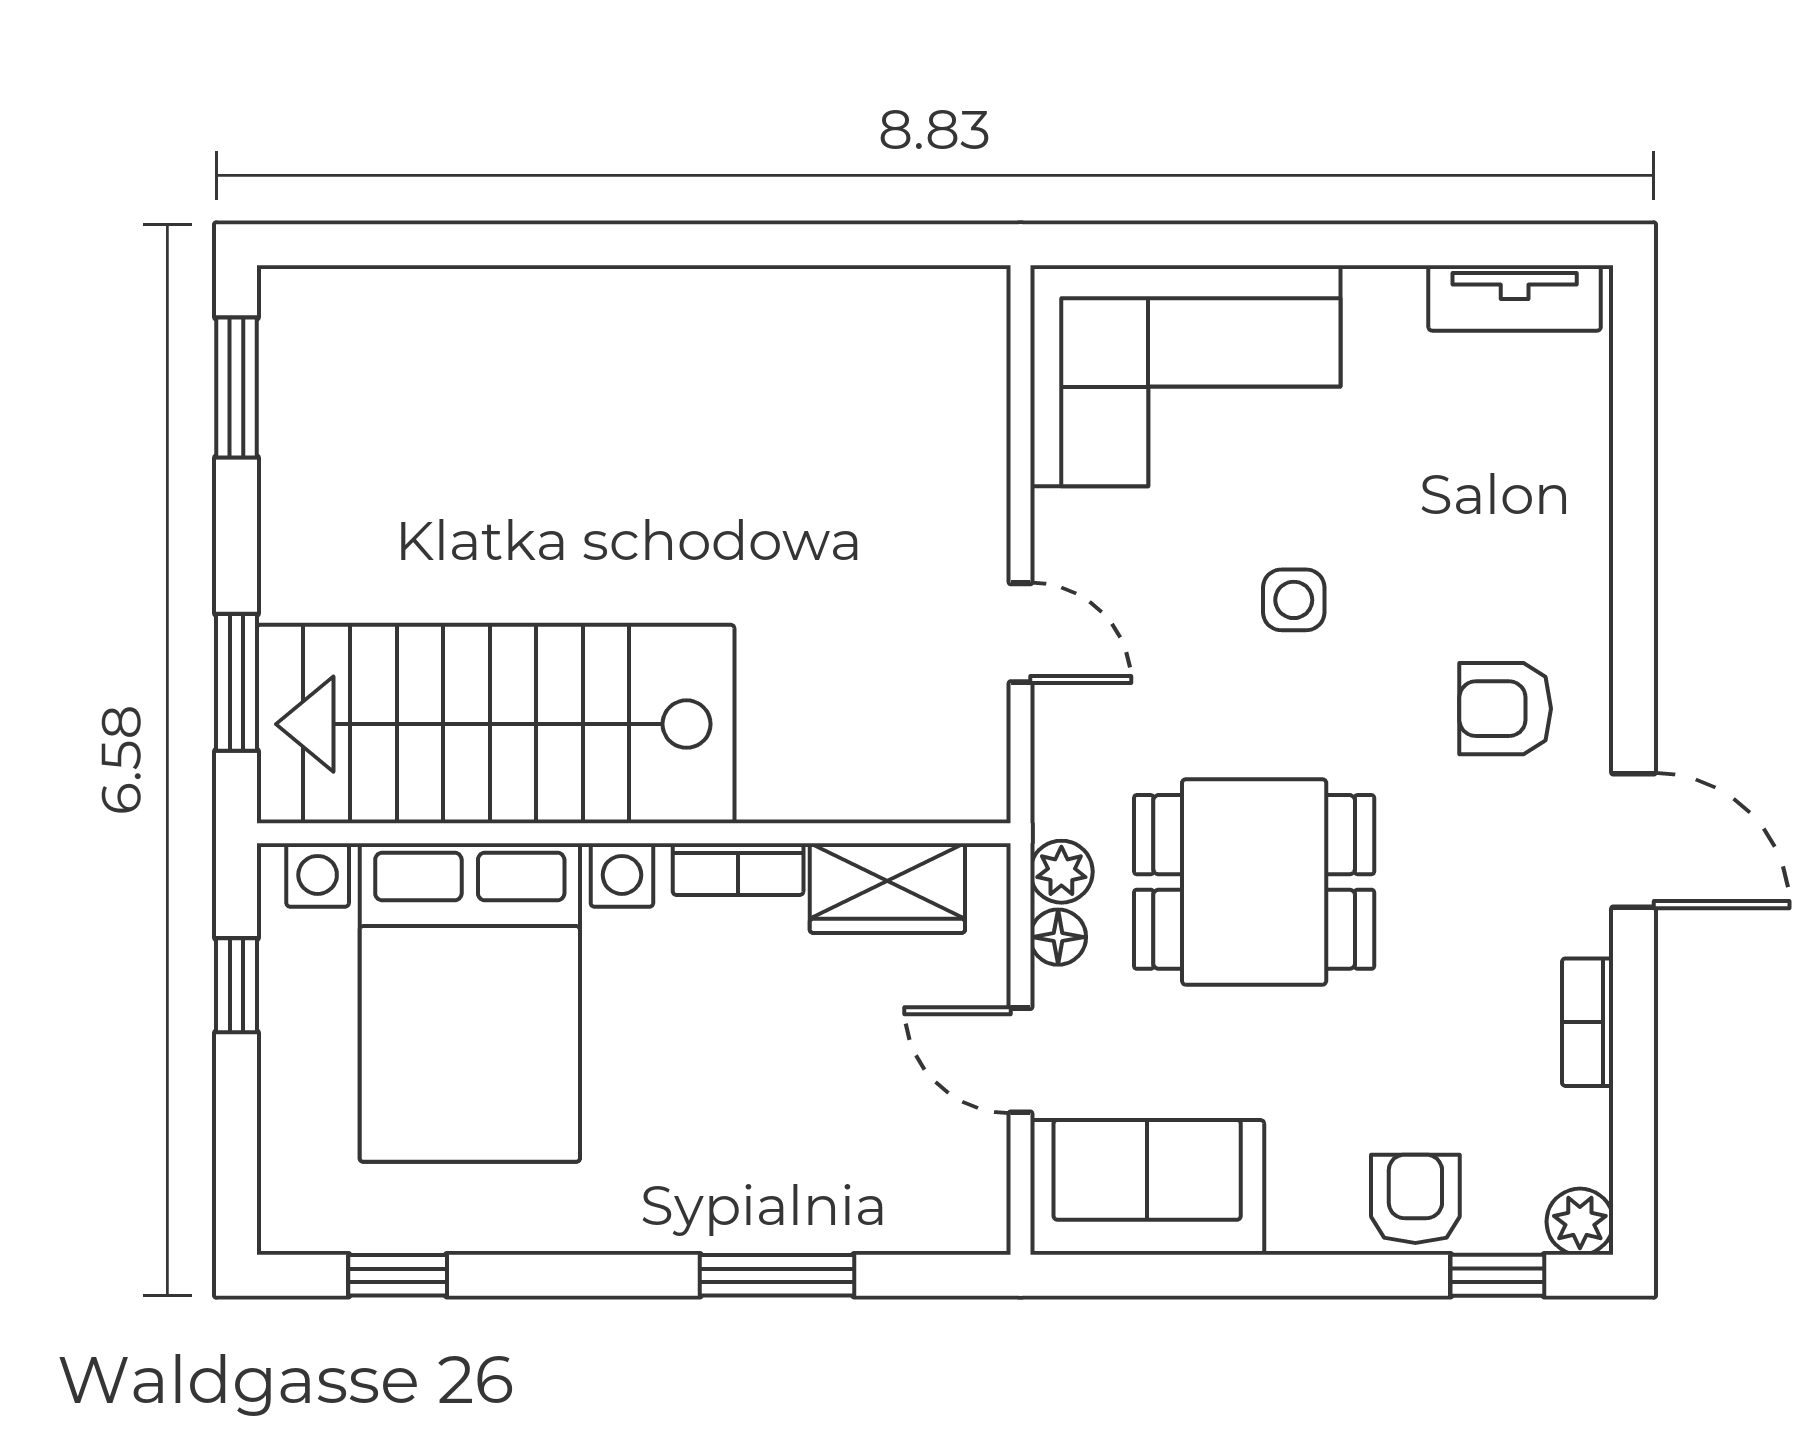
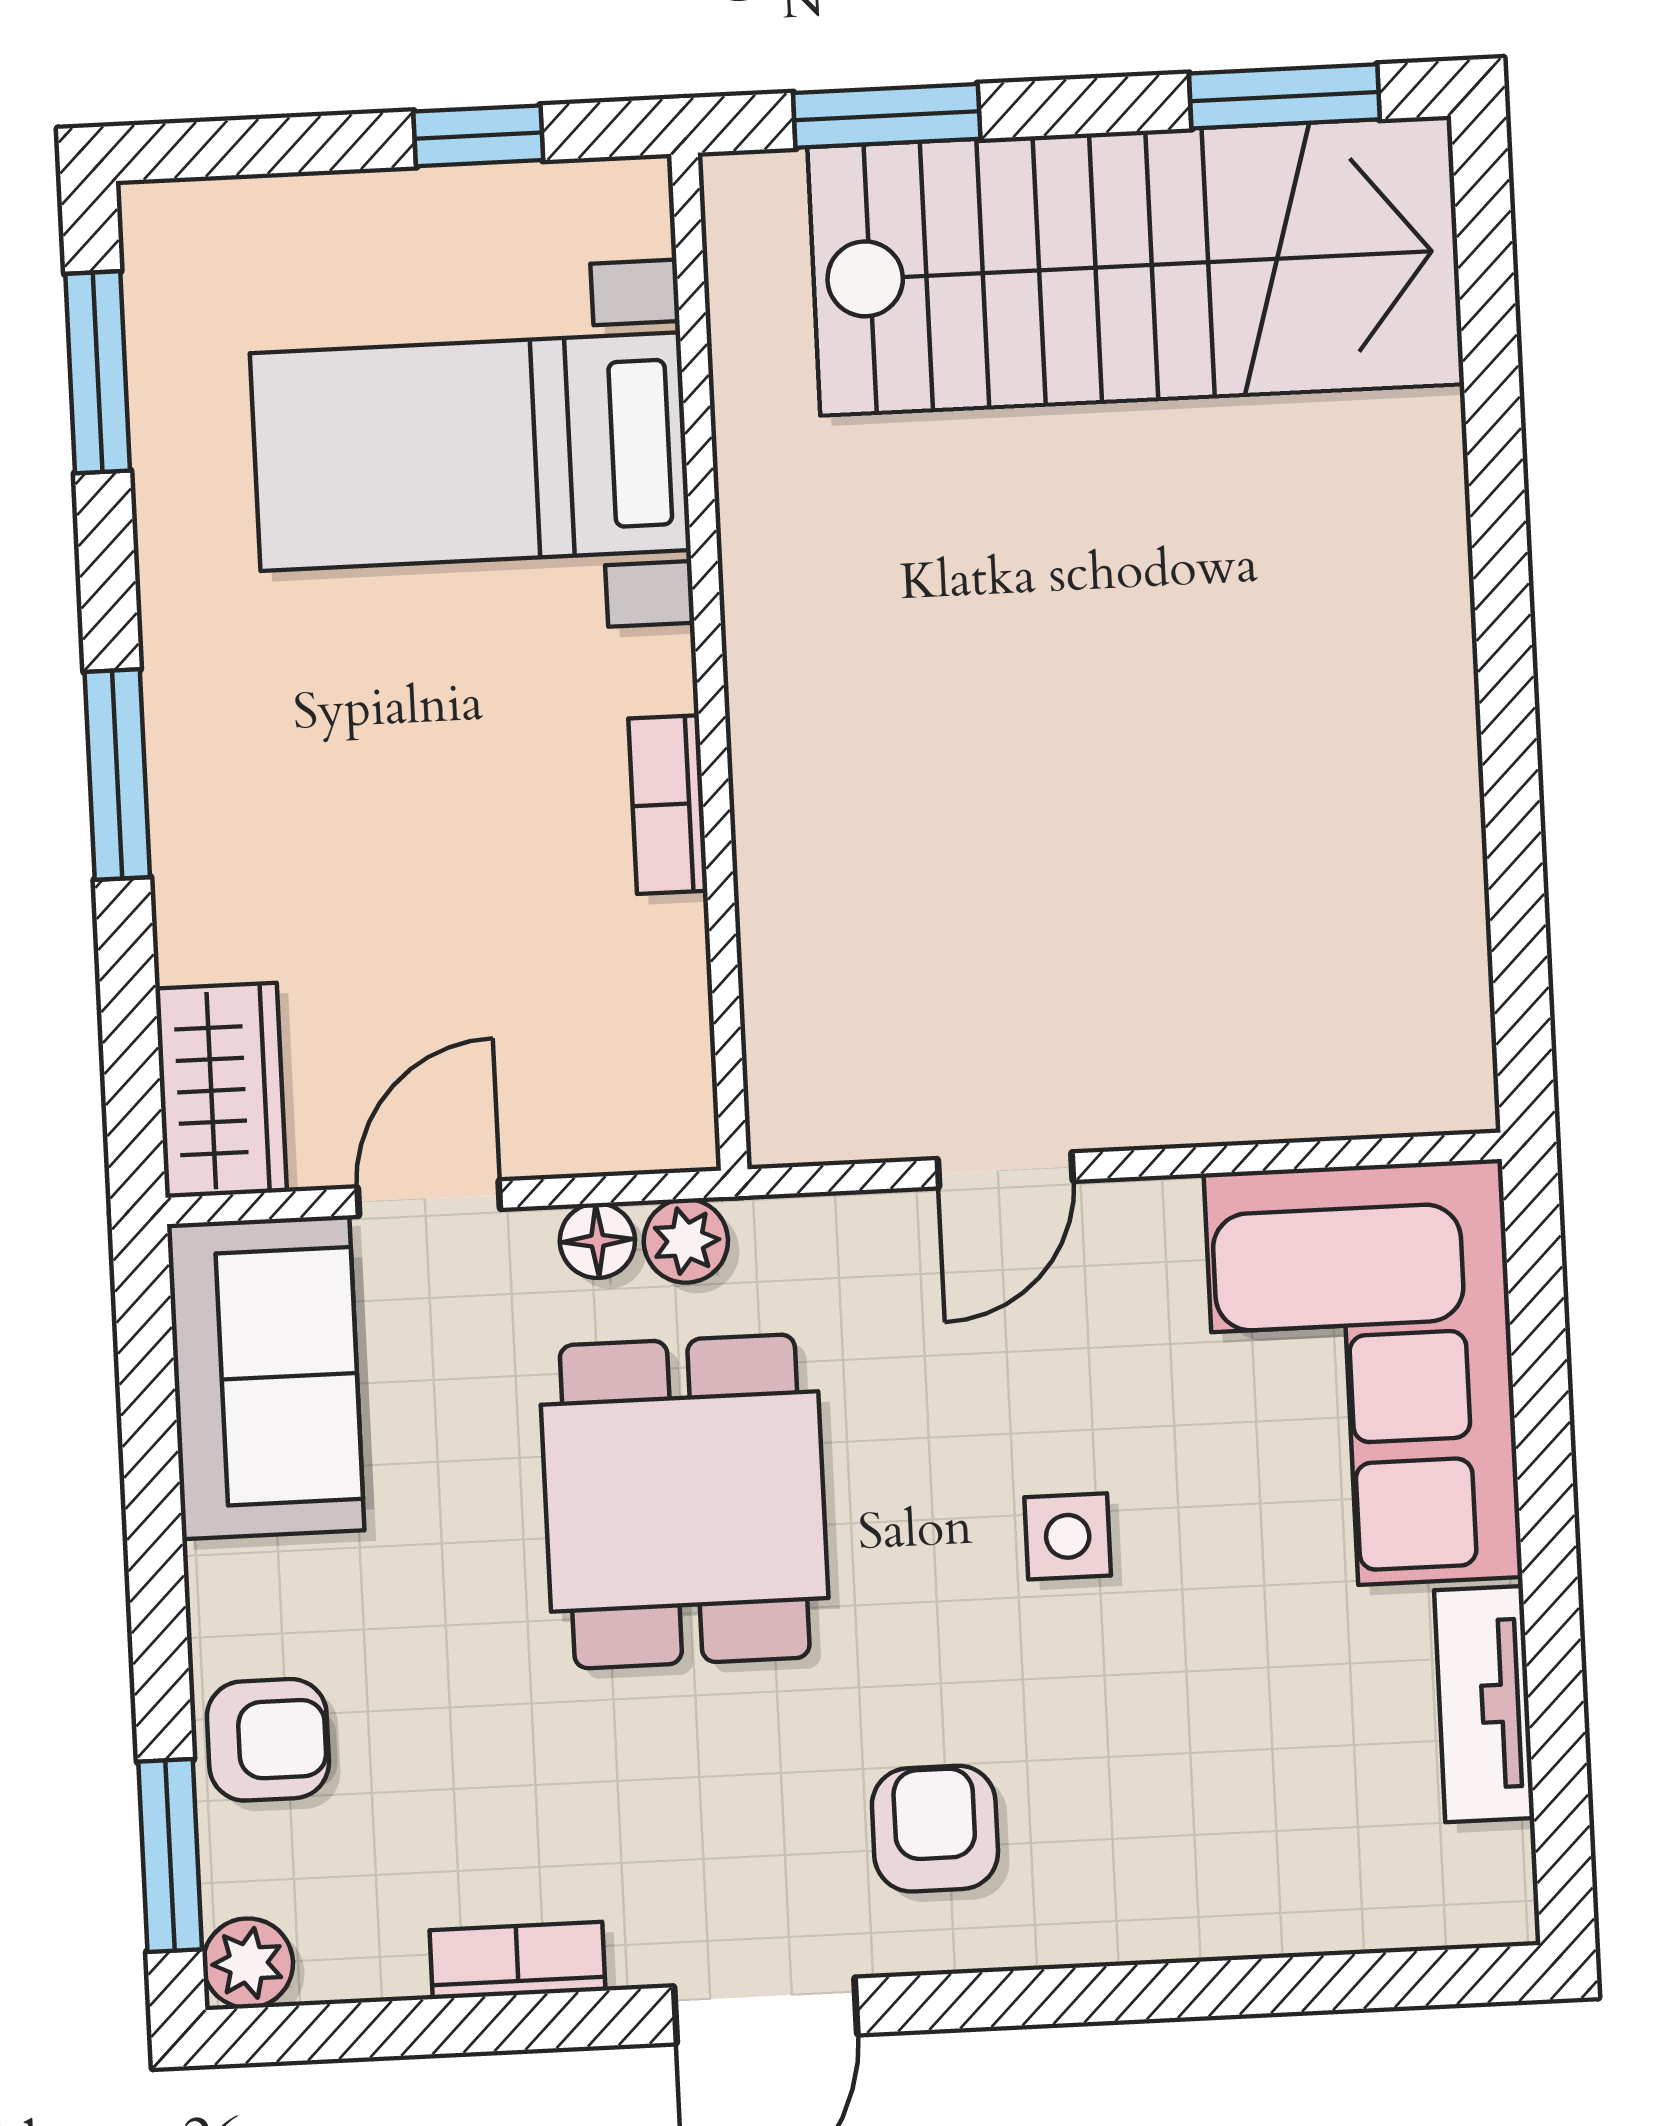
tv unit: (1515, 298) -> (1484, 1704), moved
stairs: (496, 724) -> (1136, 266), moved, turned 90
wardrobe: (887, 888) -> (221, 1090), moved, turned 180
bed with nightstands: (470, 1002) -> (470, 452), width x0.73
window: (398, 1275) -> (98, 372), width x1.50
window: (777, 1275) -> (117, 774), moved
window: (1497, 1275) -> (170, 1855), width x1.50

